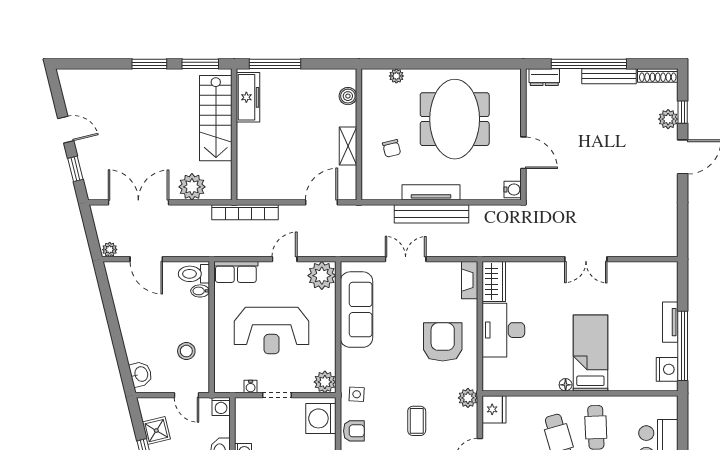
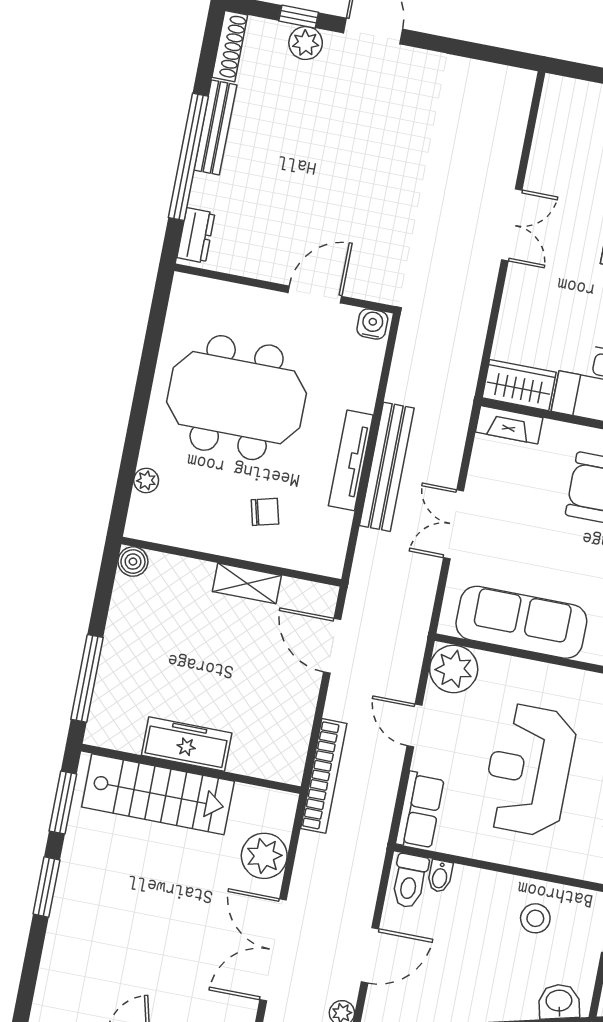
boiler: (348, 96) -> (133, 562), moved
freezer: (248, 97) -> (187, 744), moved
reception desk: (272, 331) -> (529, 770), turned 180

